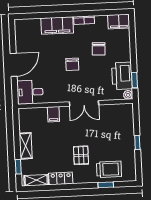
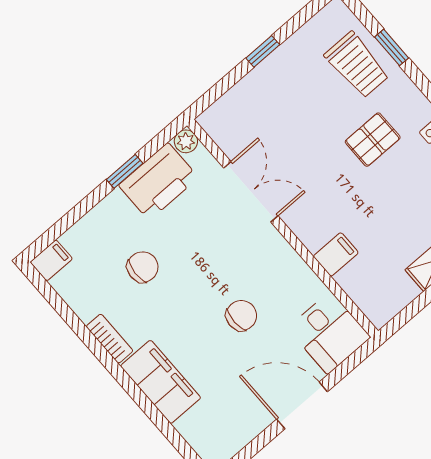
filing cabinet: (119, 22) -> (51, 260), width x0.50
chair: (72, 64) -> (241, 316), moved
window: (134, 80) -> (125, 171), moved
double door: (84, 103) -> (251, 192), moved
trolley: (109, 169) -> (357, 65), turned 180

